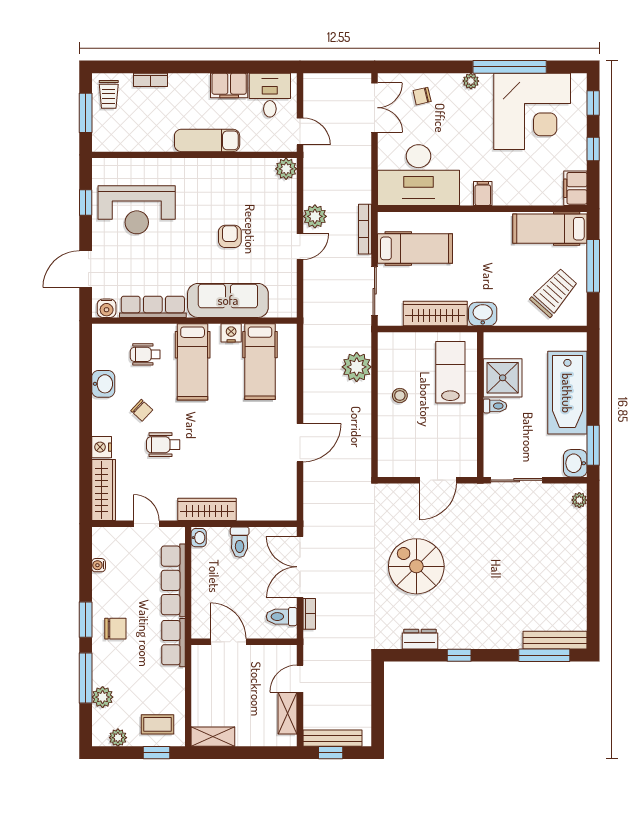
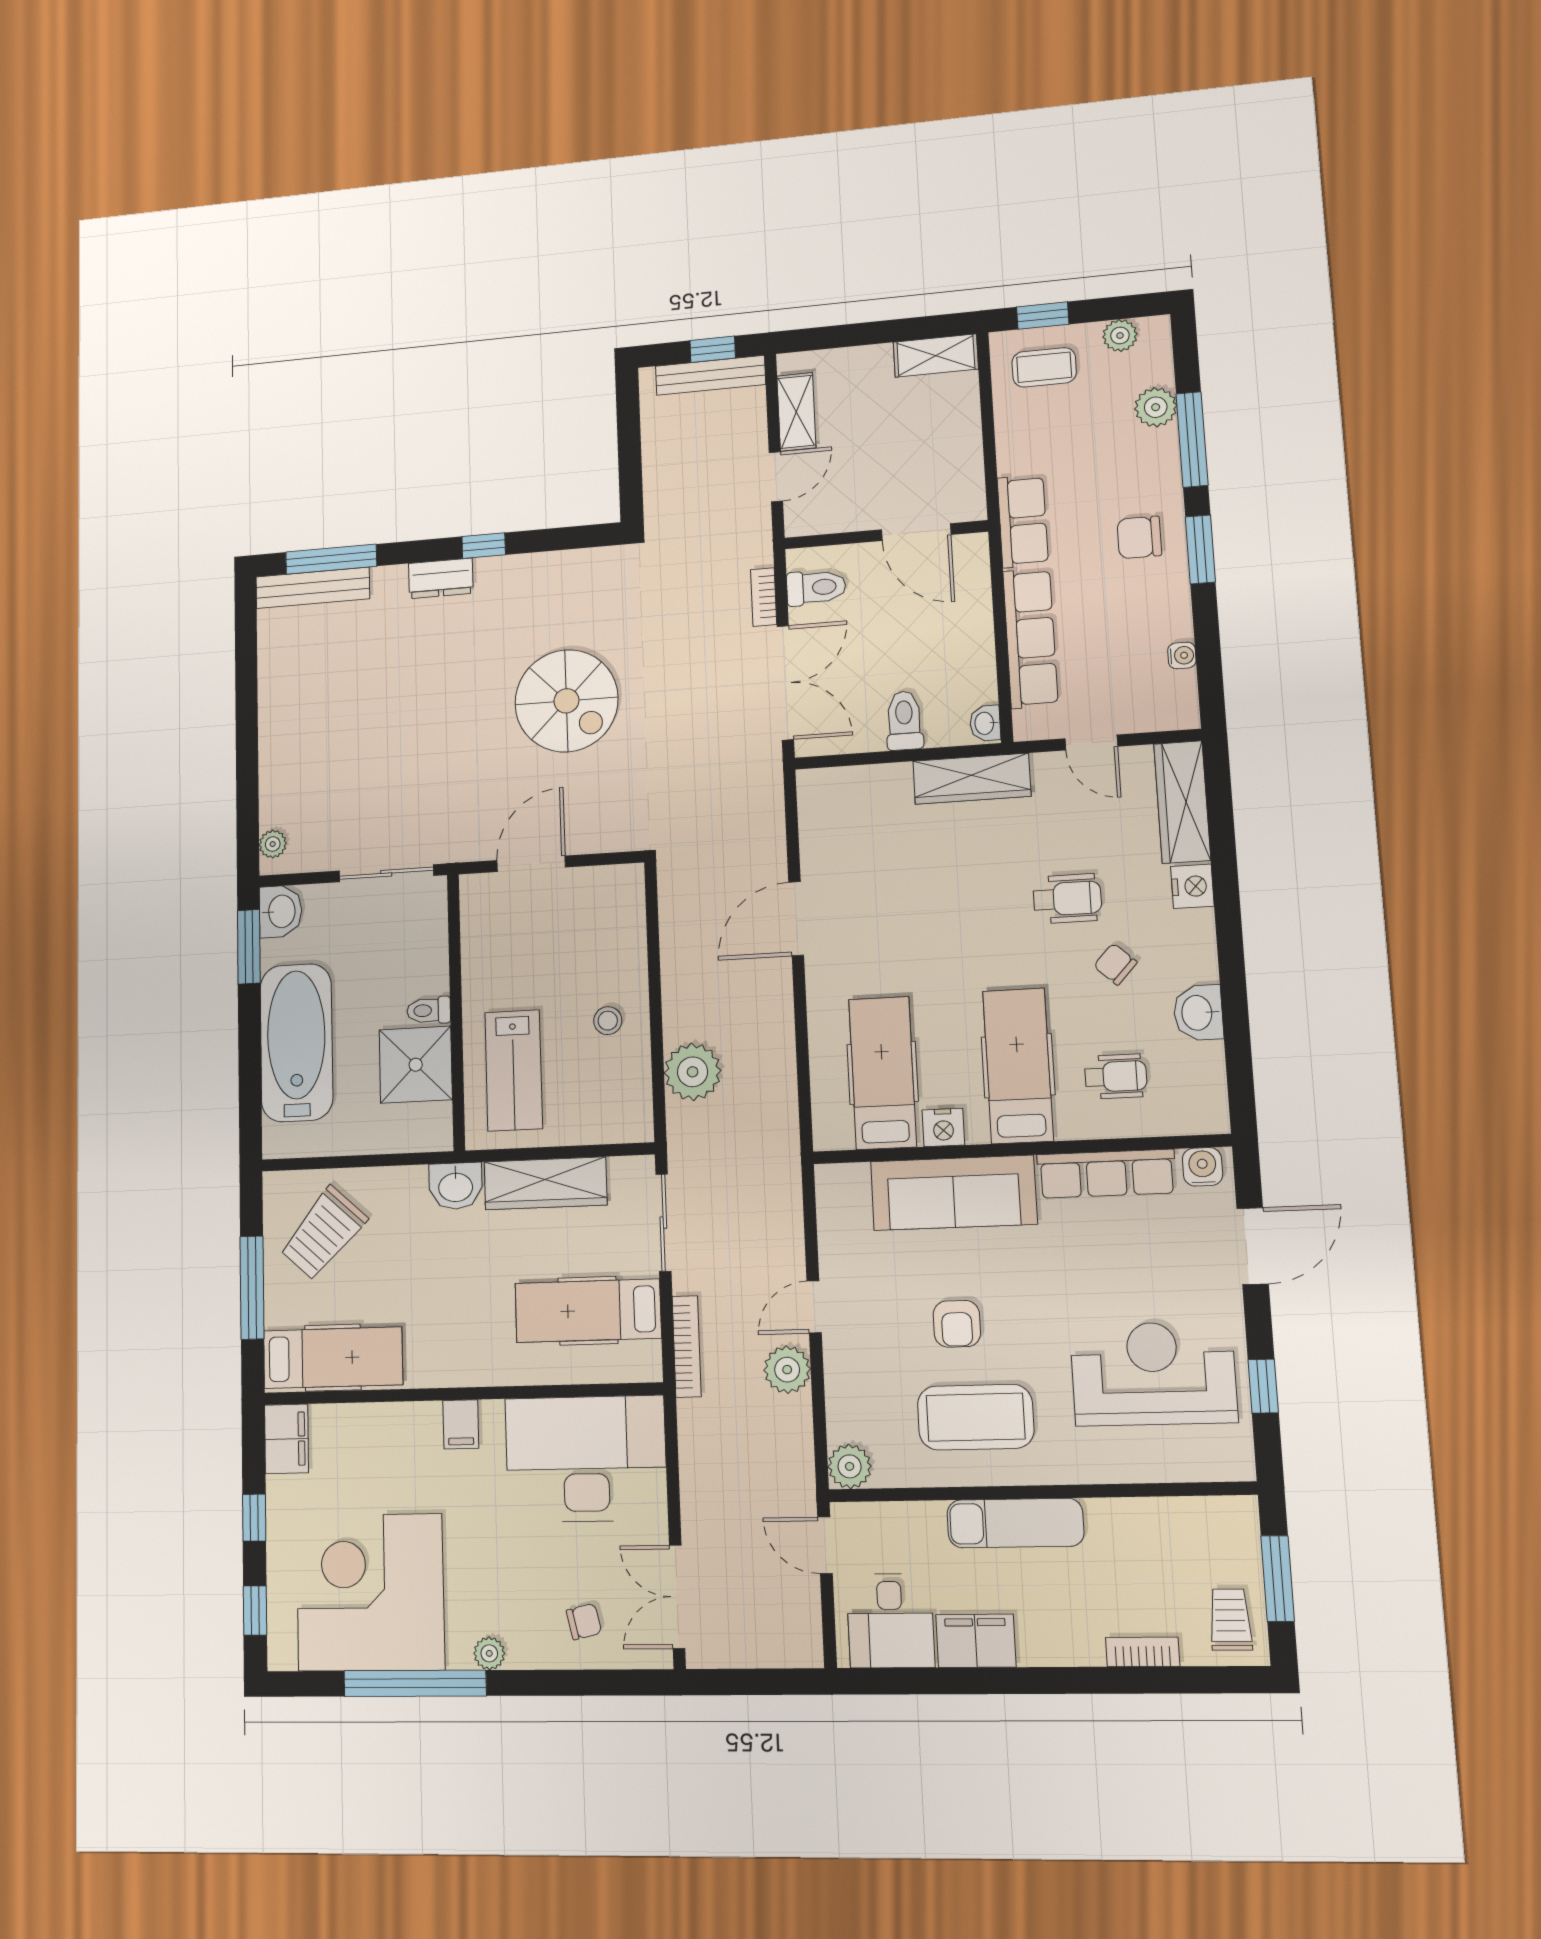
coffee table: (223, 191) -> (976, 1417), added
dresser: (420, 639) -> (441, 578), moved

